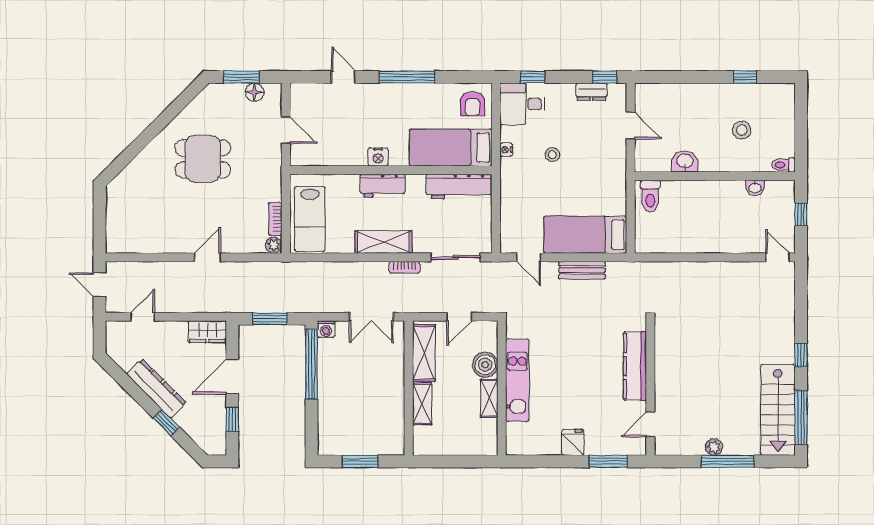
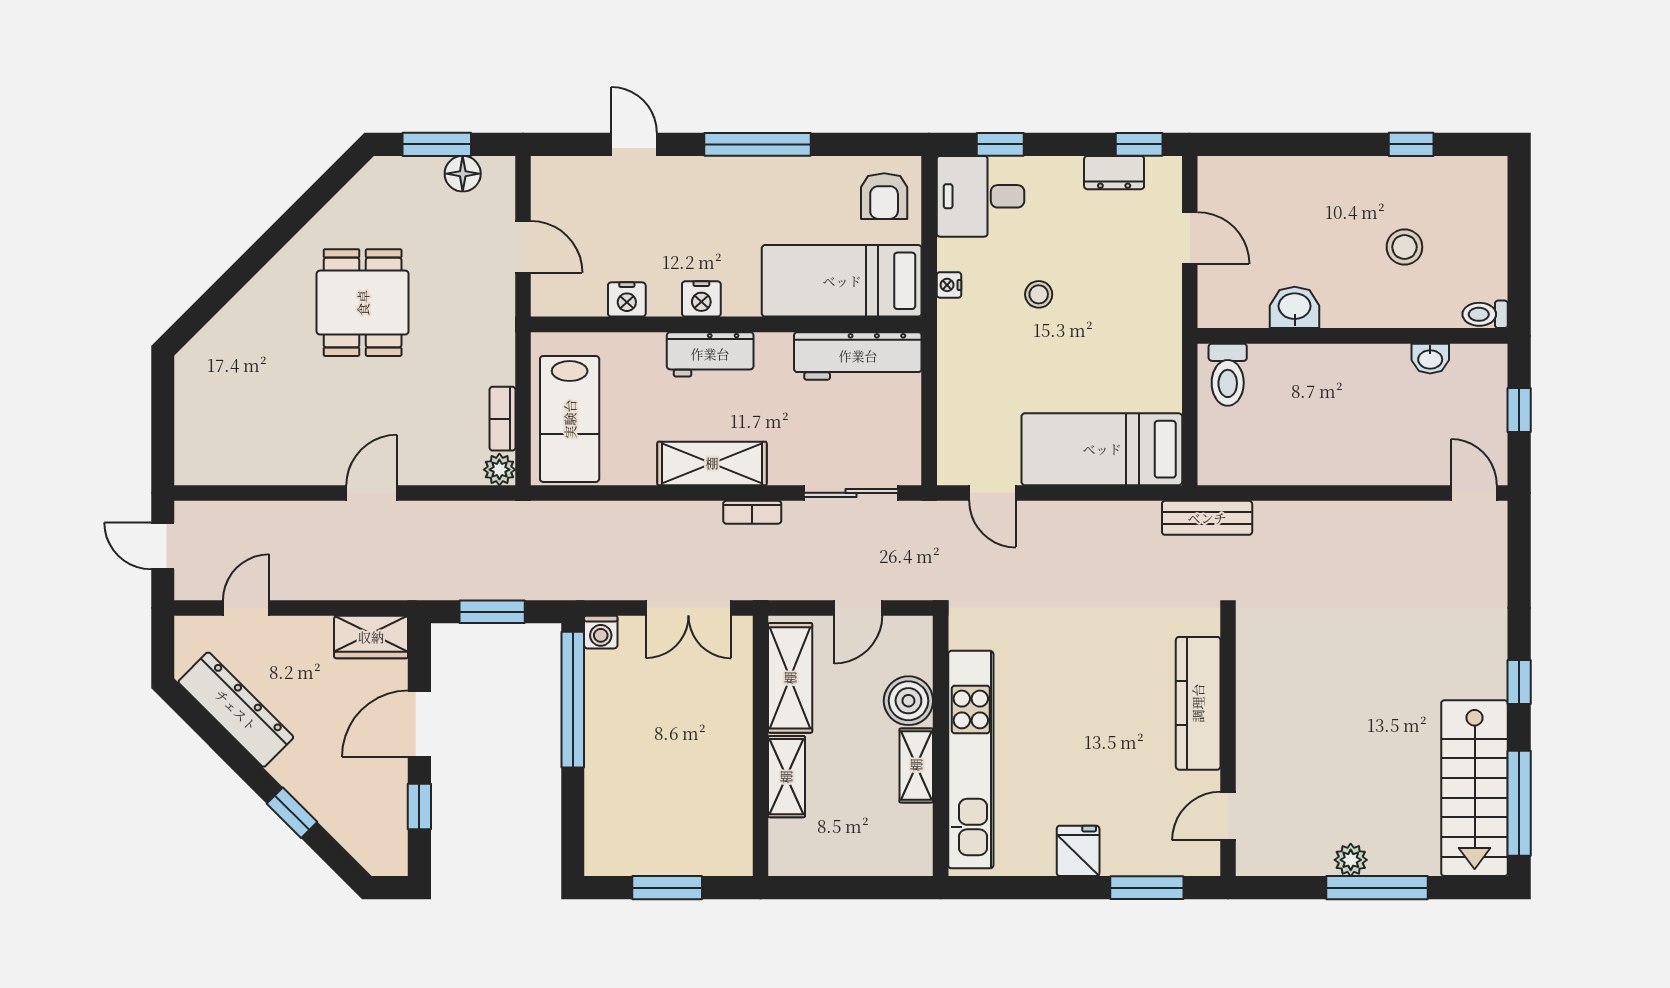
nightstand: (340, 157) -> (627, 299), added
dining table: (203, 159) -> (363, 303), turned 90
bench: (582, 270) -> (1207, 518), moved
kitchen unit: (517, 380) -> (971, 760), width x1.36
dresser: (156, 388) -> (236, 710), moved

